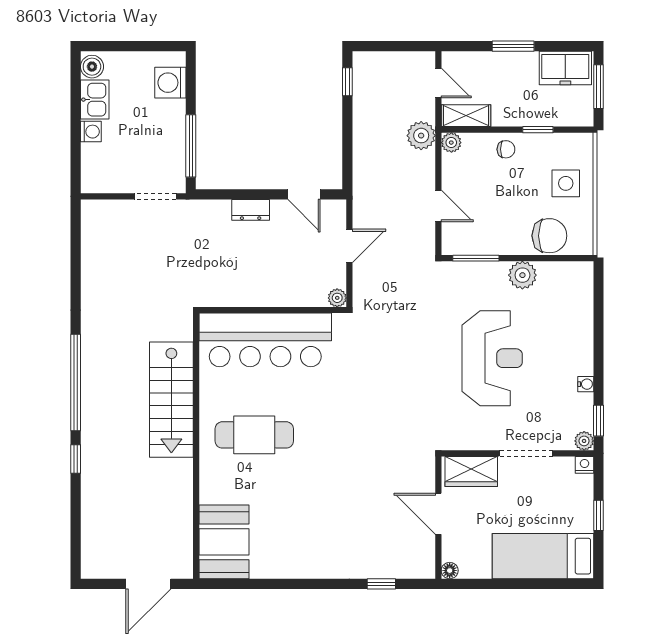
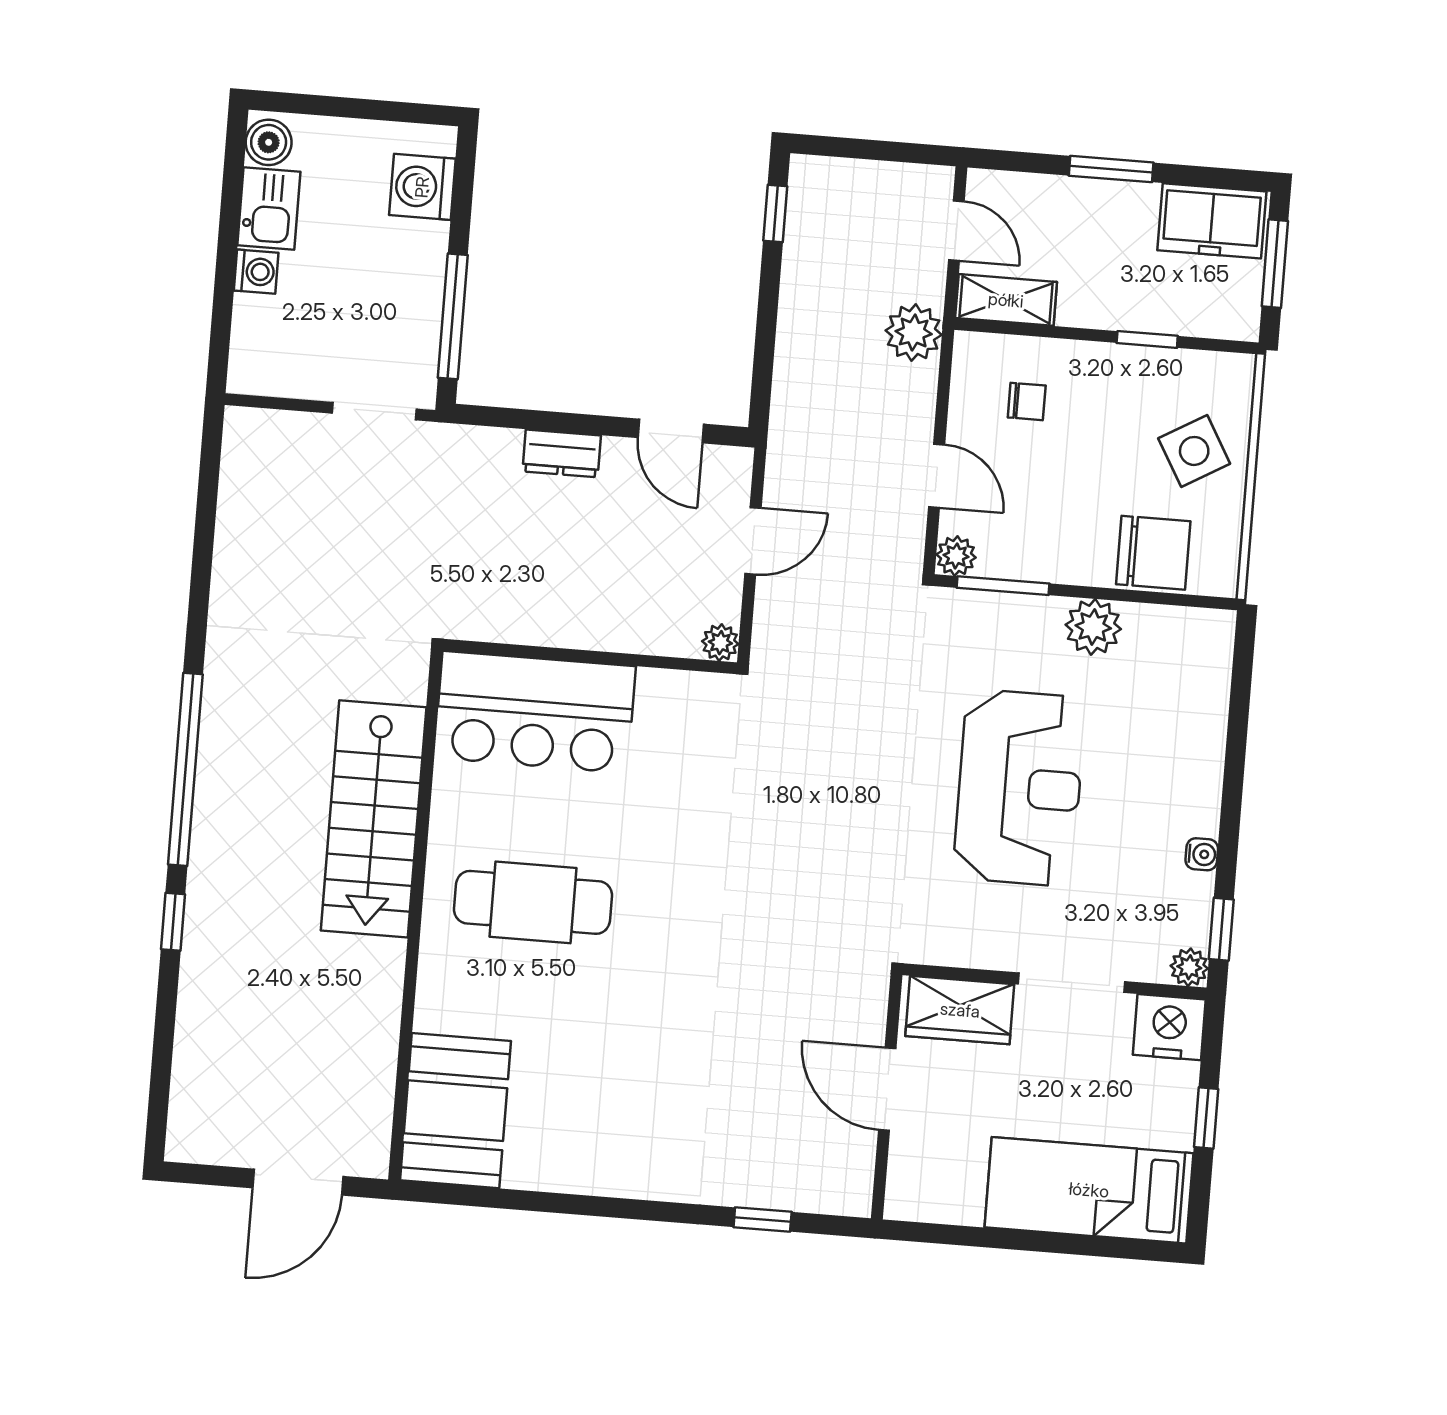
plant: (451, 143) -> (956, 556), moved
chair: (506, 149) -> (1027, 402), moved
side table: (566, 183) -> (1194, 451), turned -30
bar counter: (265, 340) -> (535, 712), width x0.73
nightstand: (584, 465) -> (1169, 1027), width x1.89, depth x1.79
floor lamp: (450, 571) -> (901, 1204), removed

